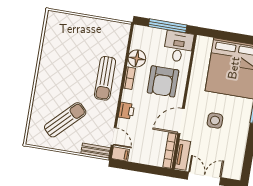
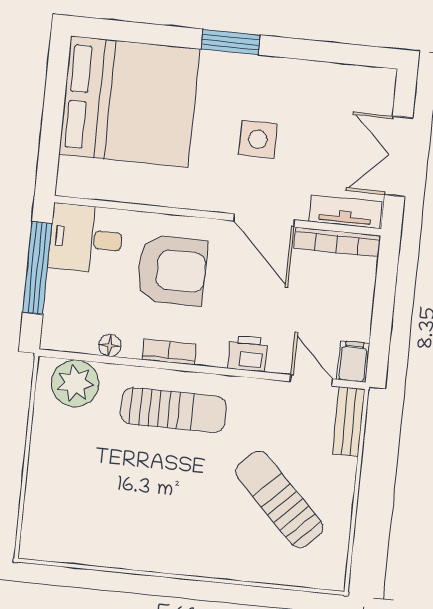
plant: (119, 38) -> (75, 383), added
floor lamp: (137, 58) -> (110, 345), width x0.53, depth x0.53
door: (114, 136) -> (311, 380), hinge flipped

